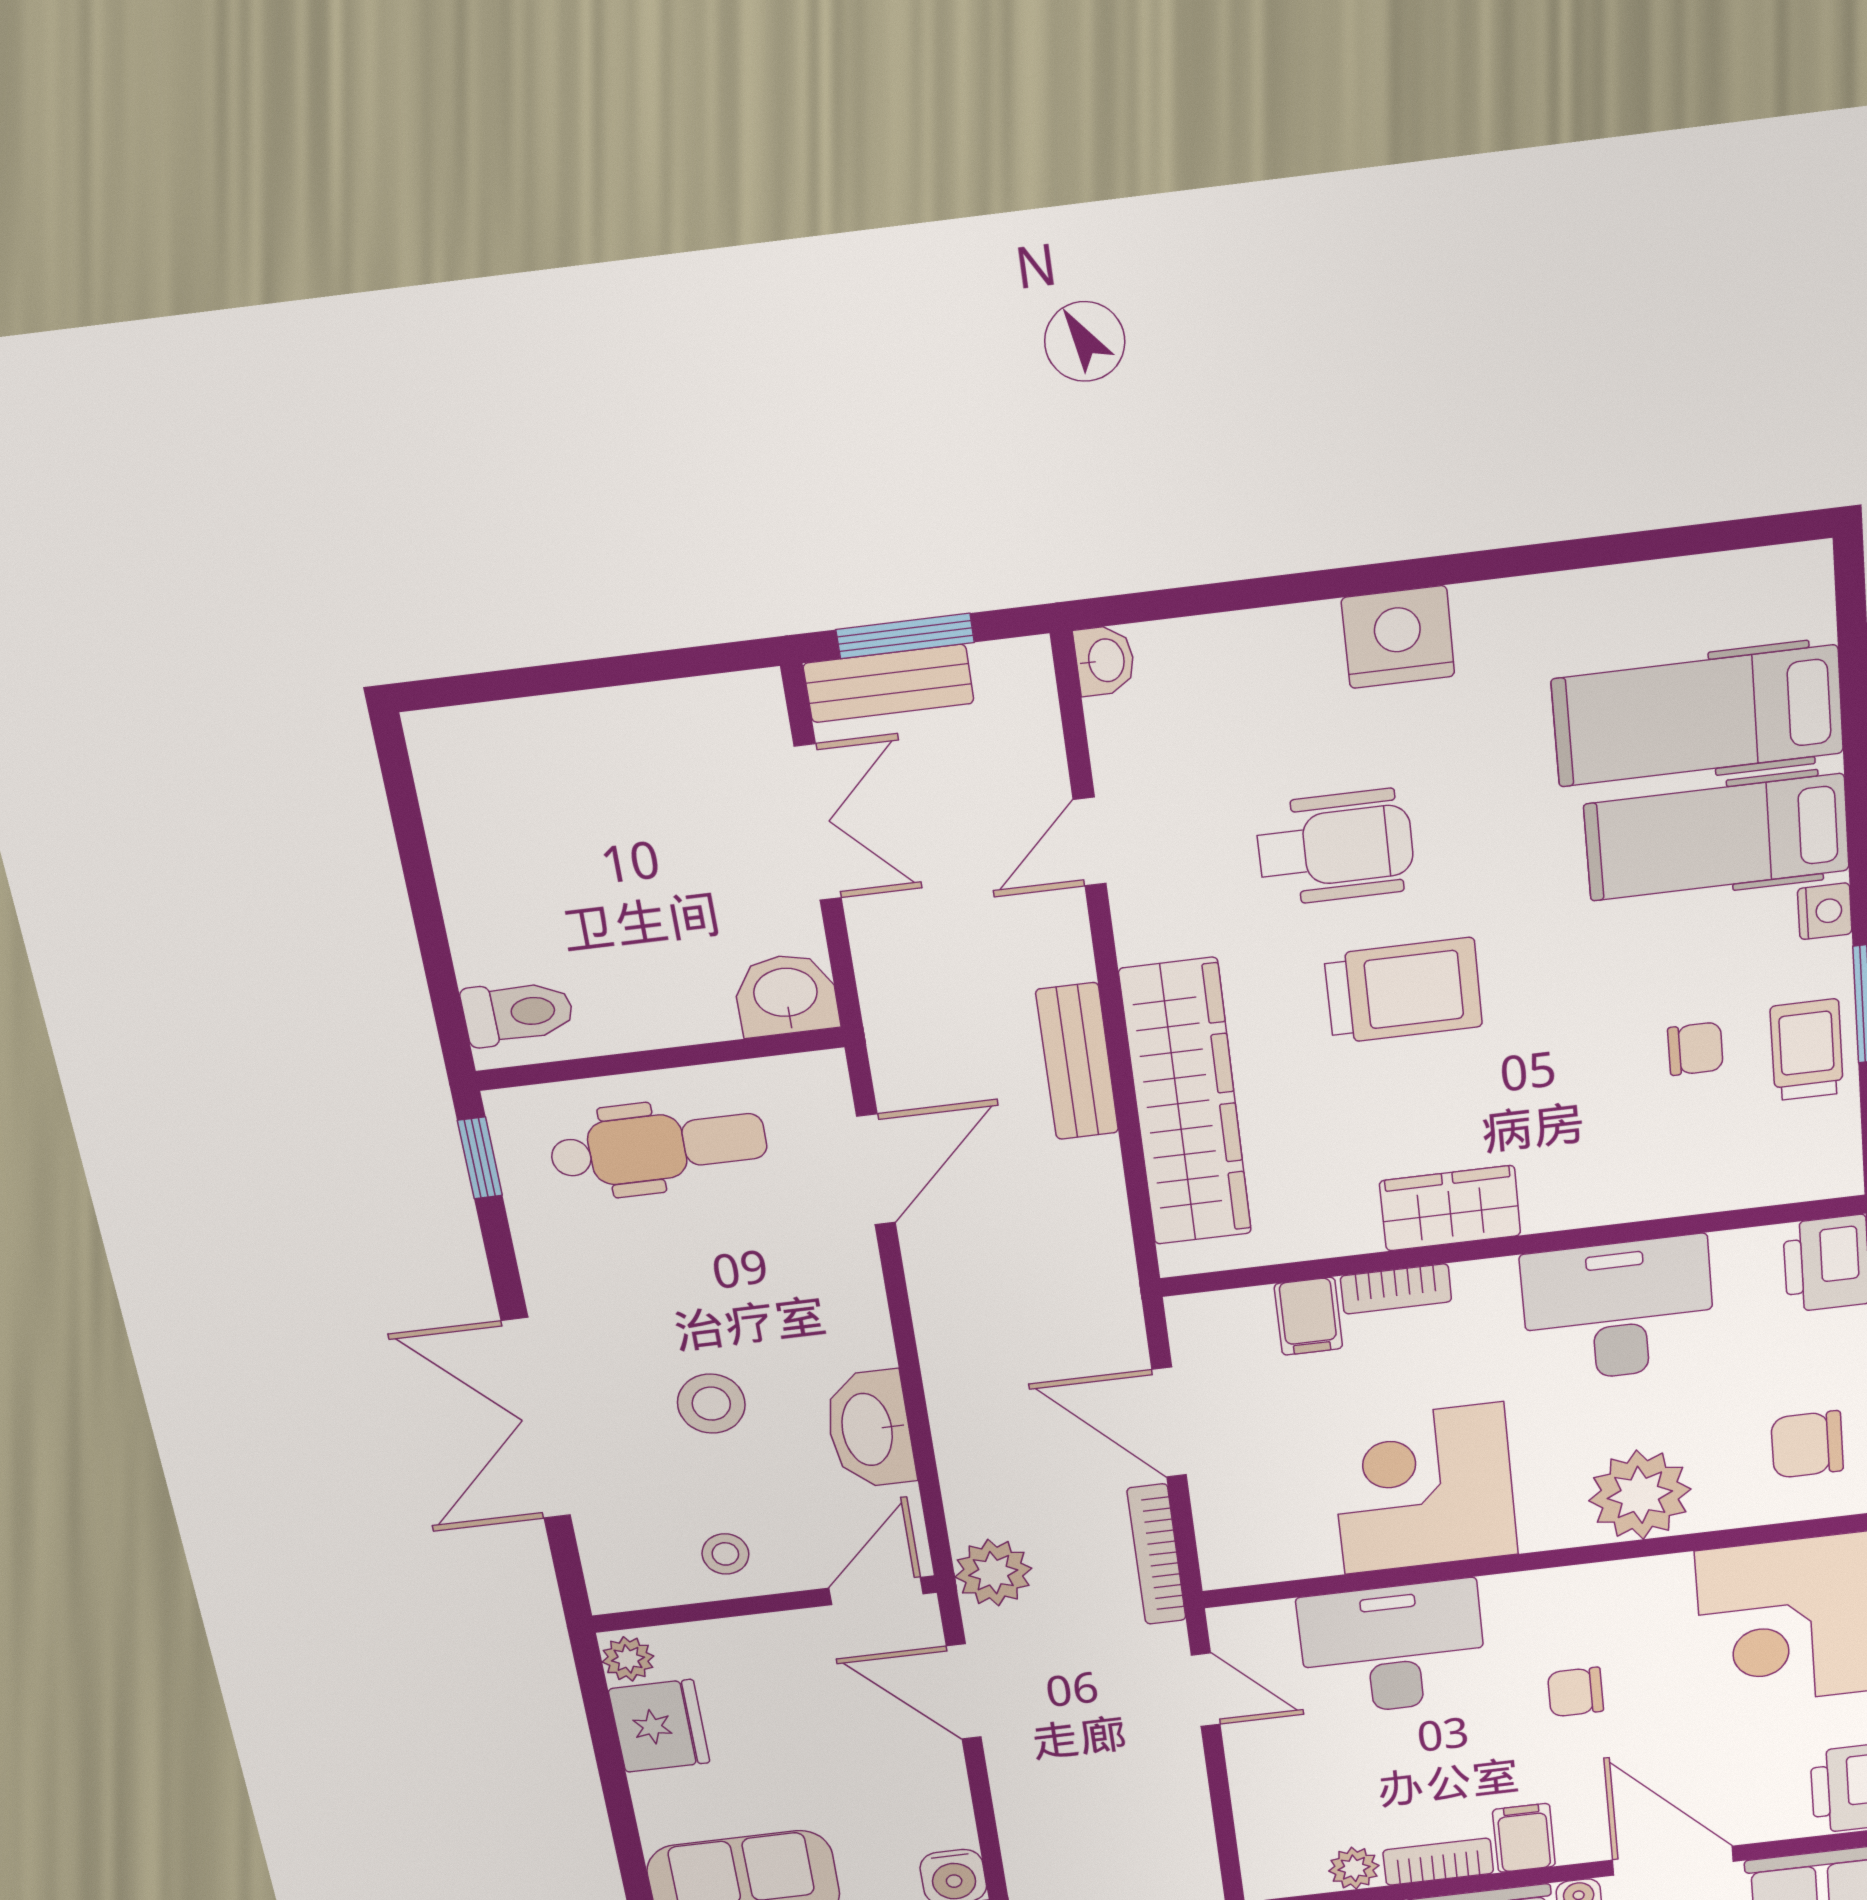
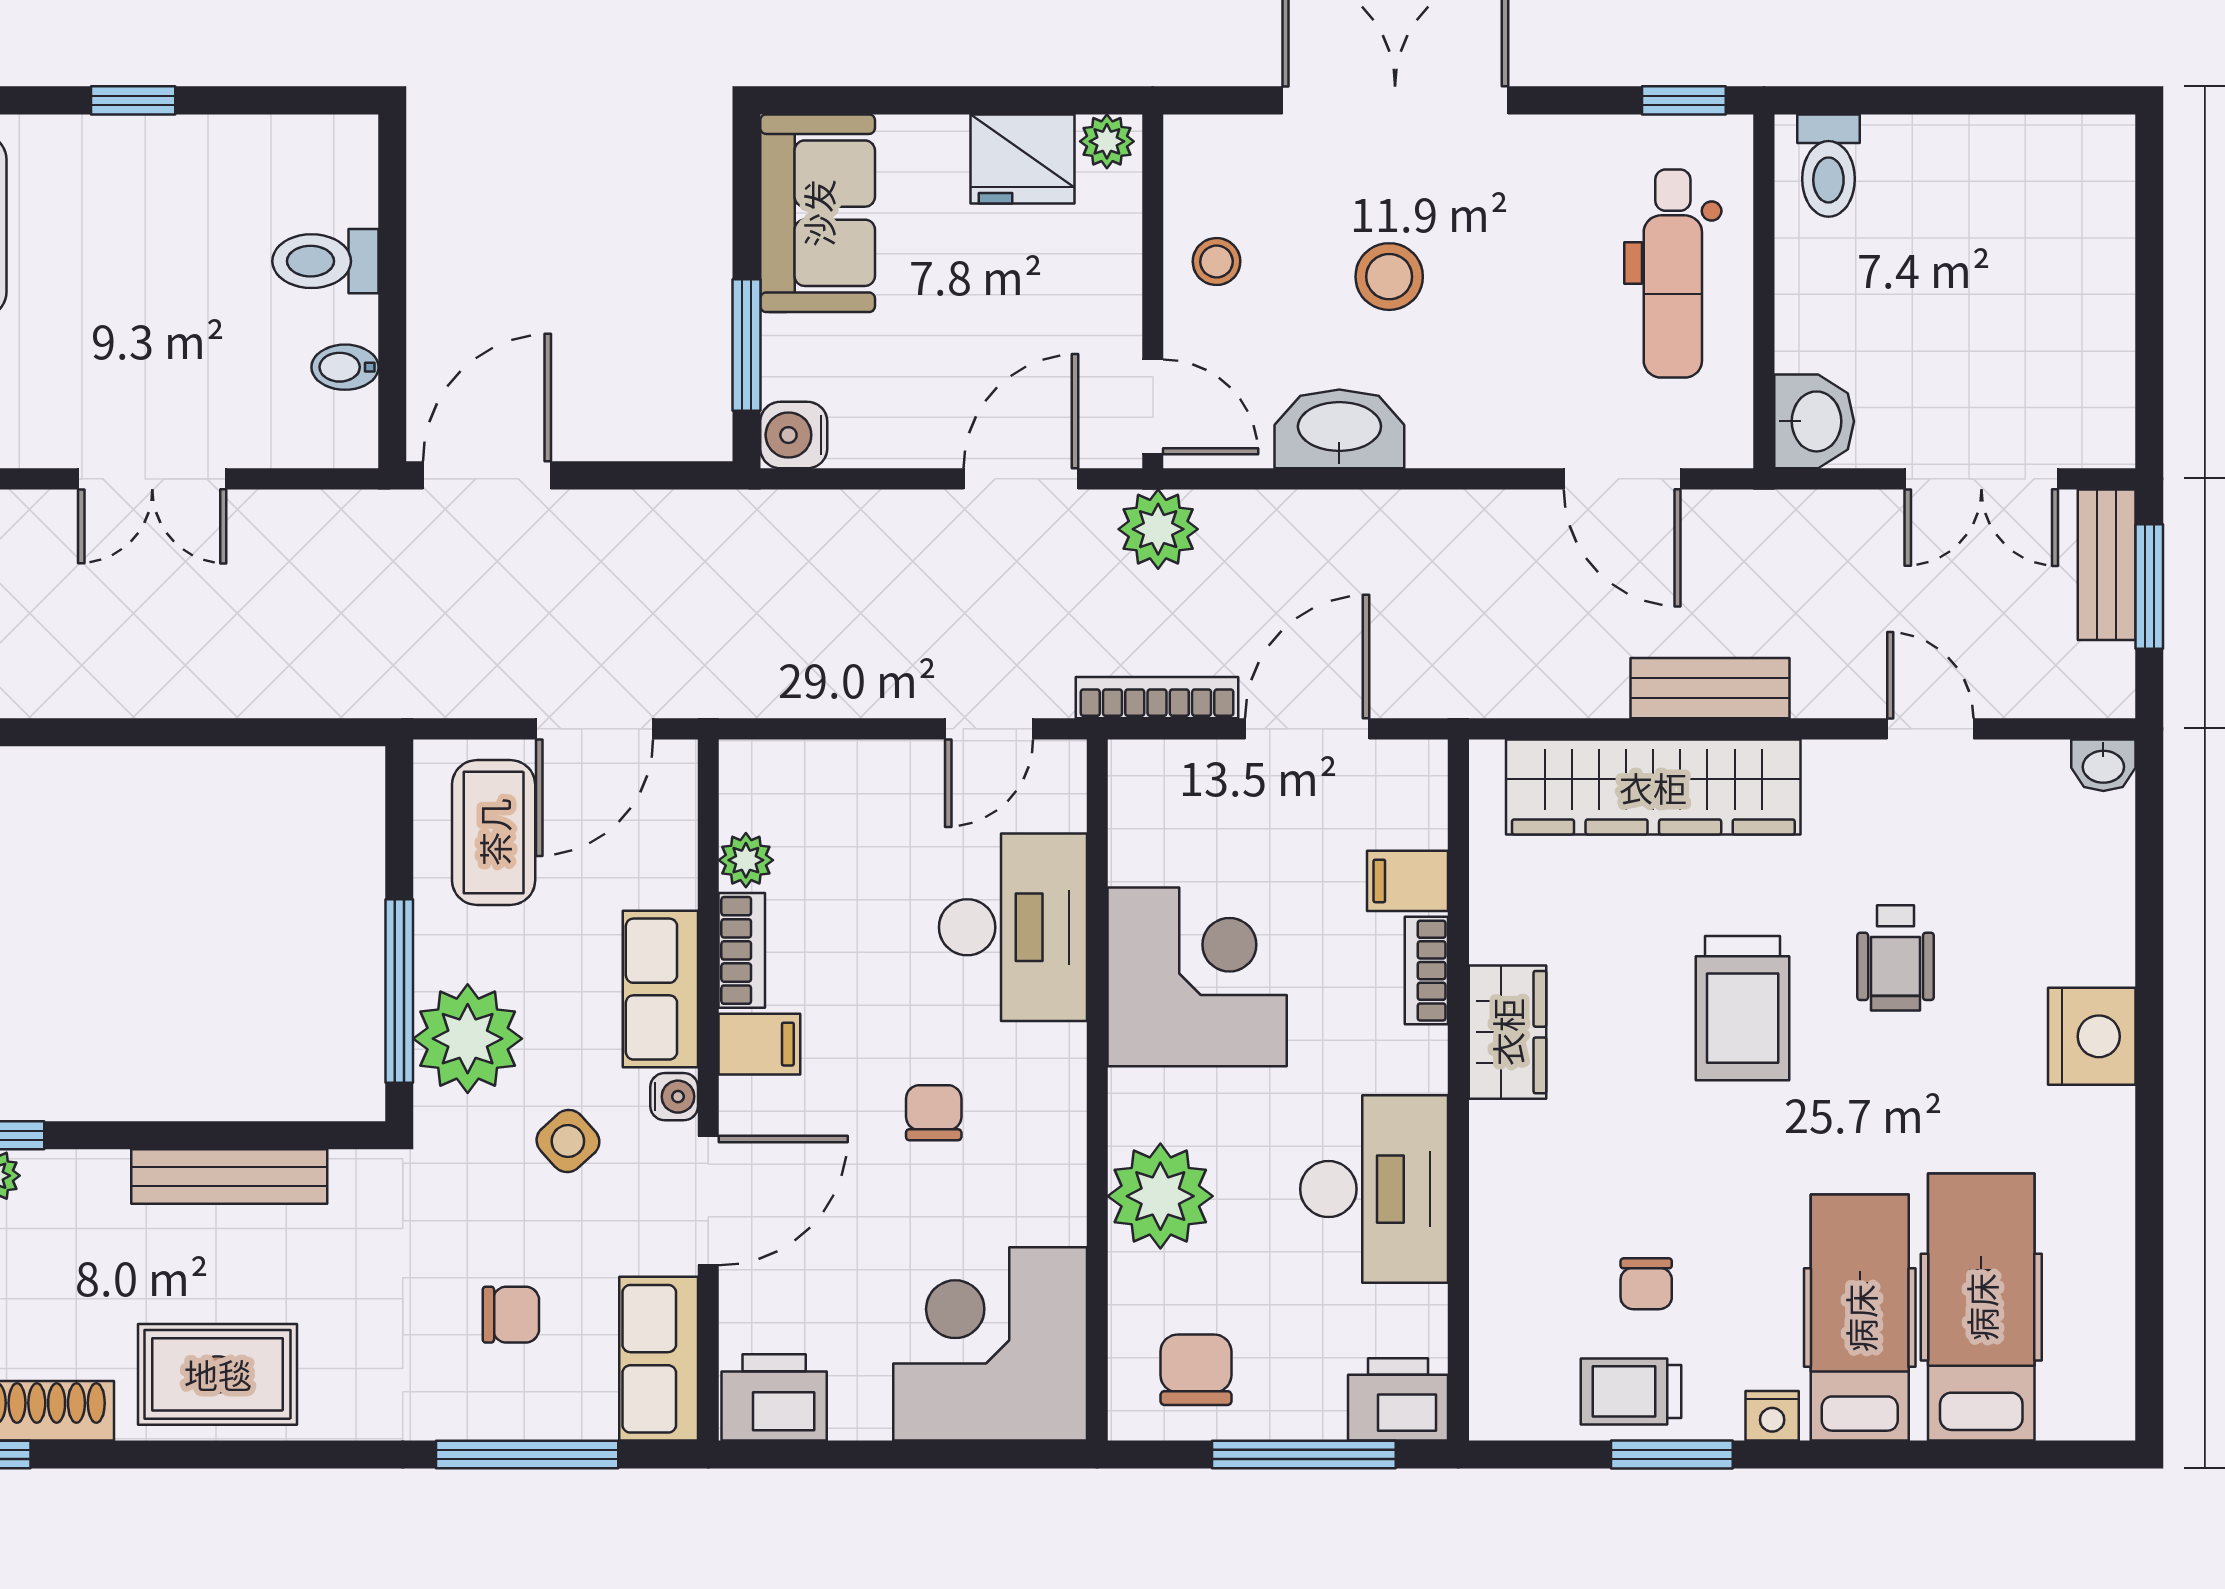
wheelchair: (1335, 847) -> (1896, 958), width x0.73, depth x0.73
trolley: (1807, 1050) -> (1631, 1391), turned 180

